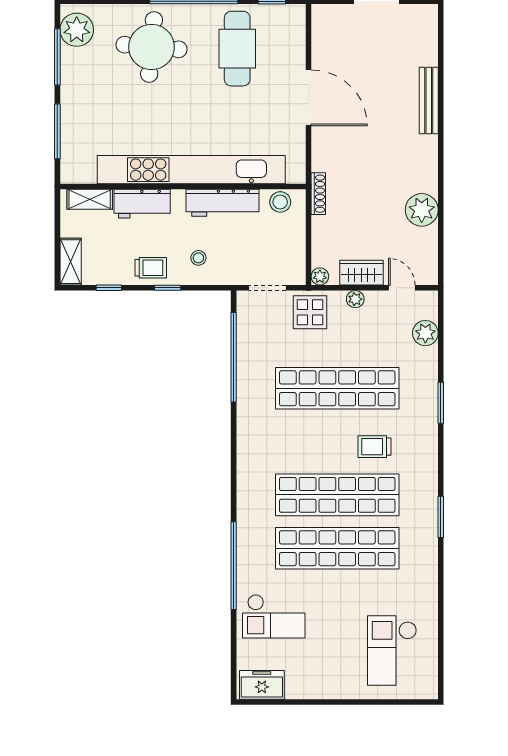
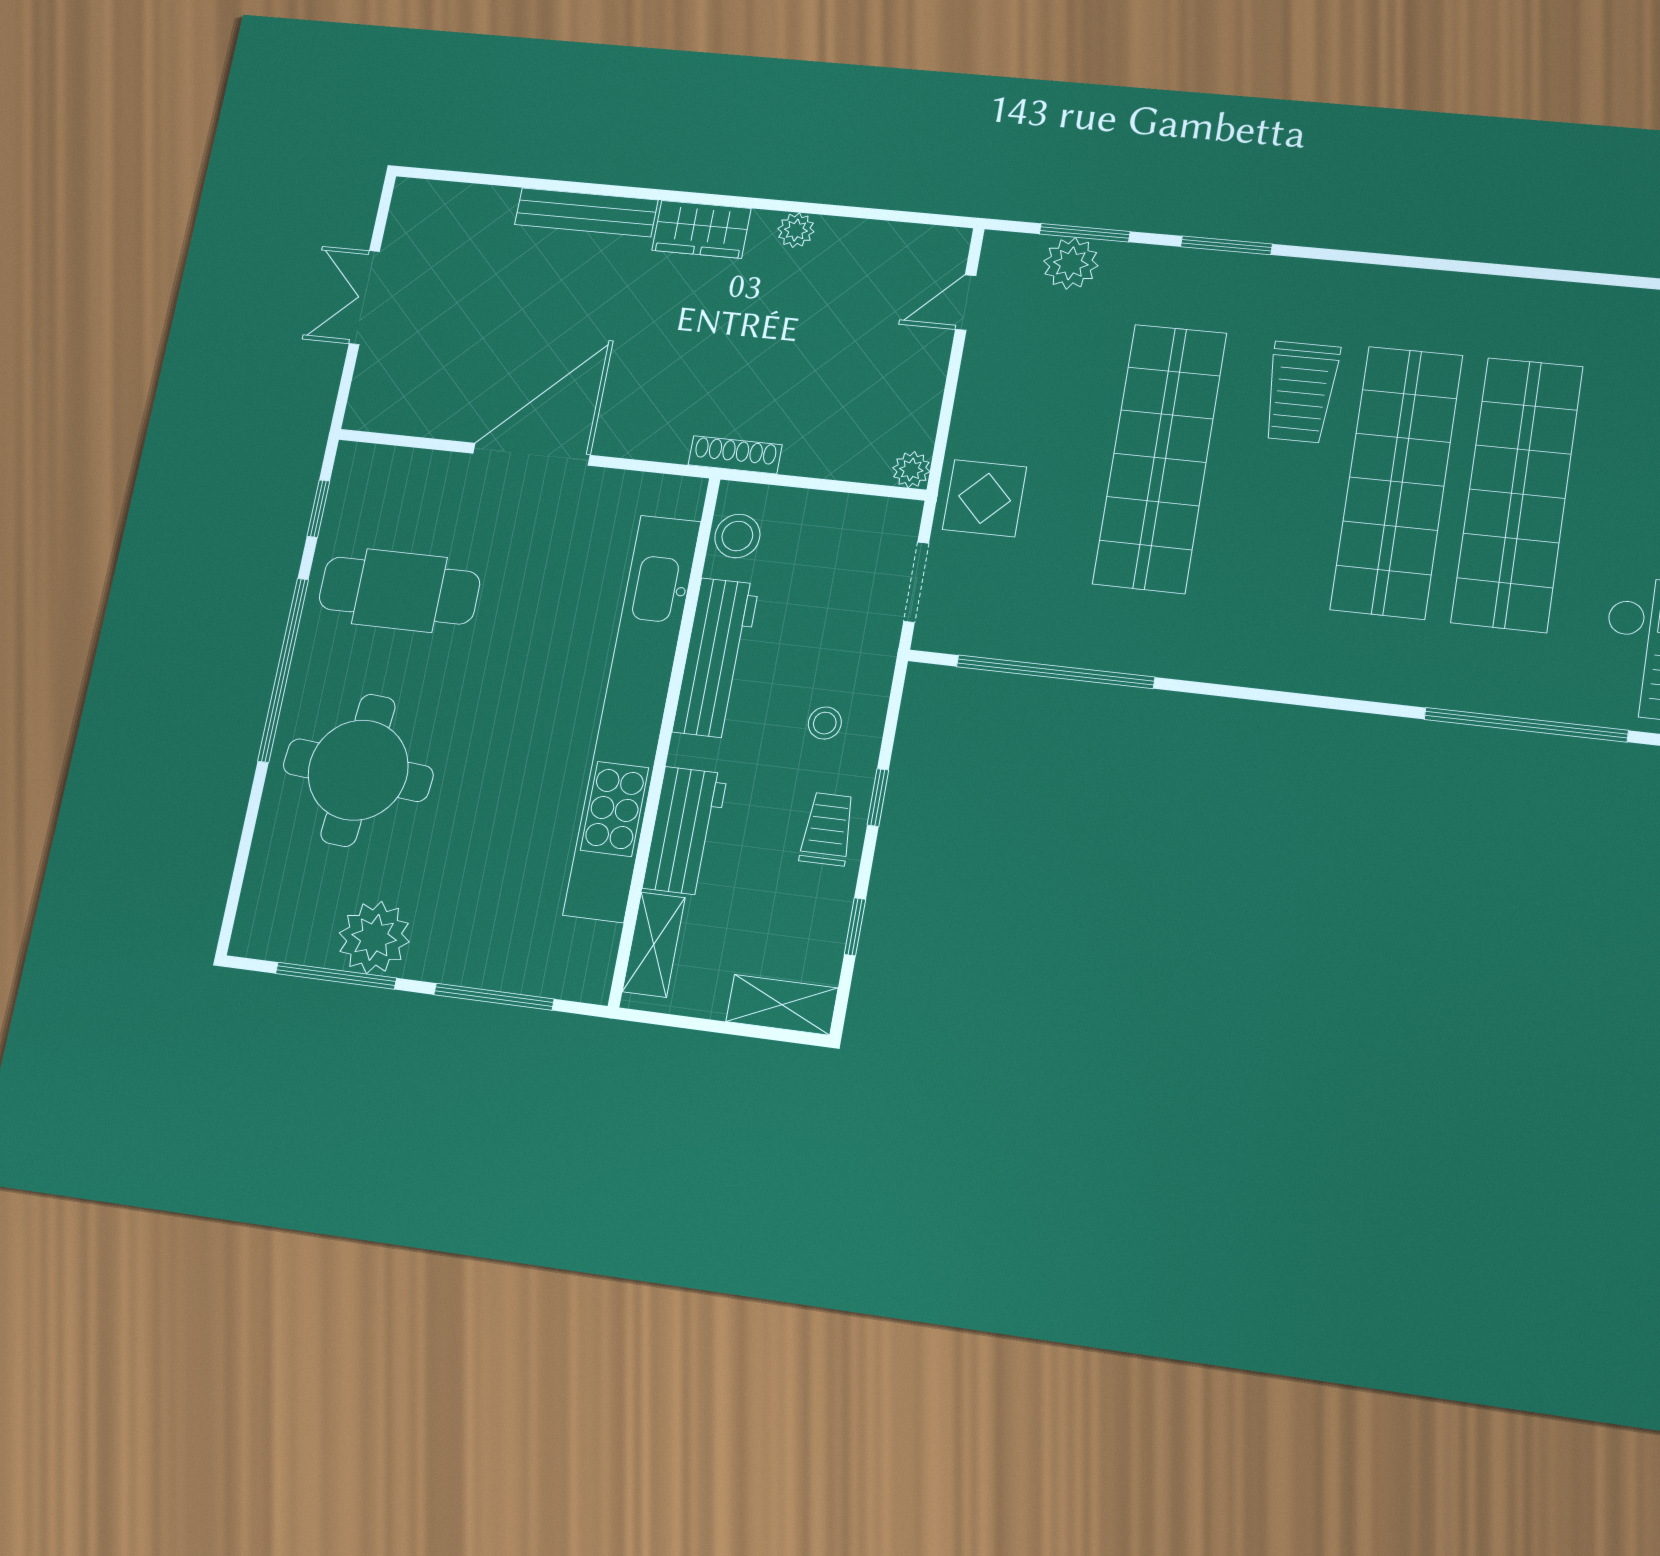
plant: (77, 30) -> (374, 937), moved
plant: (422, 210) -> (796, 230), width x0.53, depth x0.53
wardrobe: (361, 273) -> (701, 229), moved, turned -90
plant: (355, 299) -> (973, 401), removed
trolley: (374, 447) -> (1301, 392), width x1.36, depth x1.39
window: (441, 517) -> (1085, 233), moved

